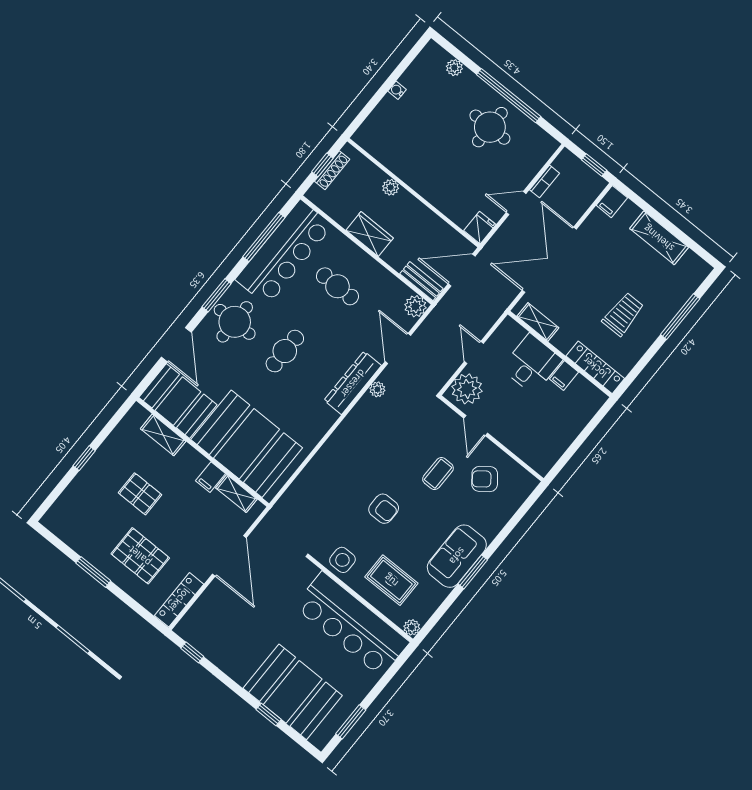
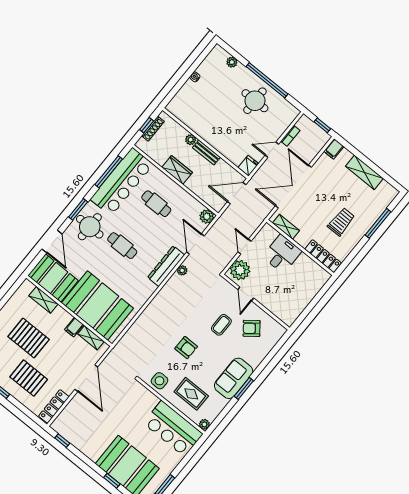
bench: (421, 281) -> (206, 152), moved
cafe table: (285, 351) -> (122, 246), turned 90
filing cabinet: (564, 375) -> (303, 261), removed
pallet: (140, 494) -> (29, 338), width x1.50, depth x1.42
bar counter: (352, 624) -> (173, 428), width x0.73

